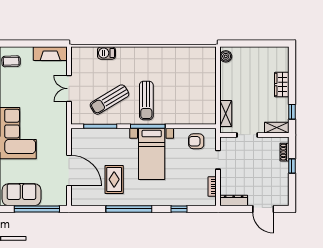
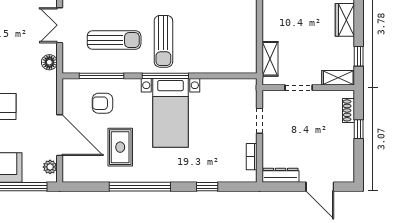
sun lounger: (110, 100) -> (114, 40), turned -149
floor lamp: (61, 116) -> (49, 62), added
armchair: (196, 141) -> (102, 103), moved
plant: (62, 194) -> (50, 167), added

